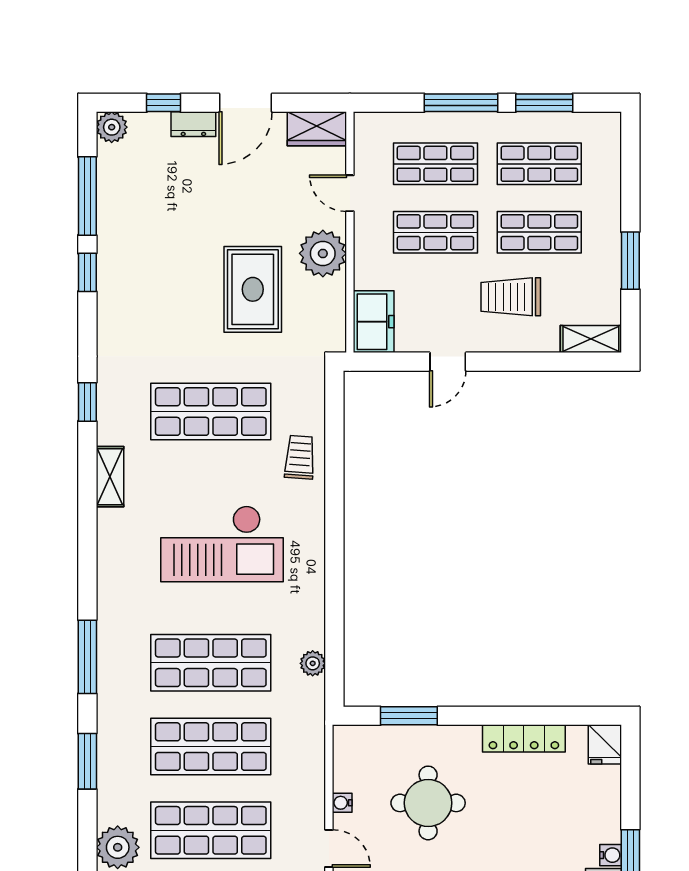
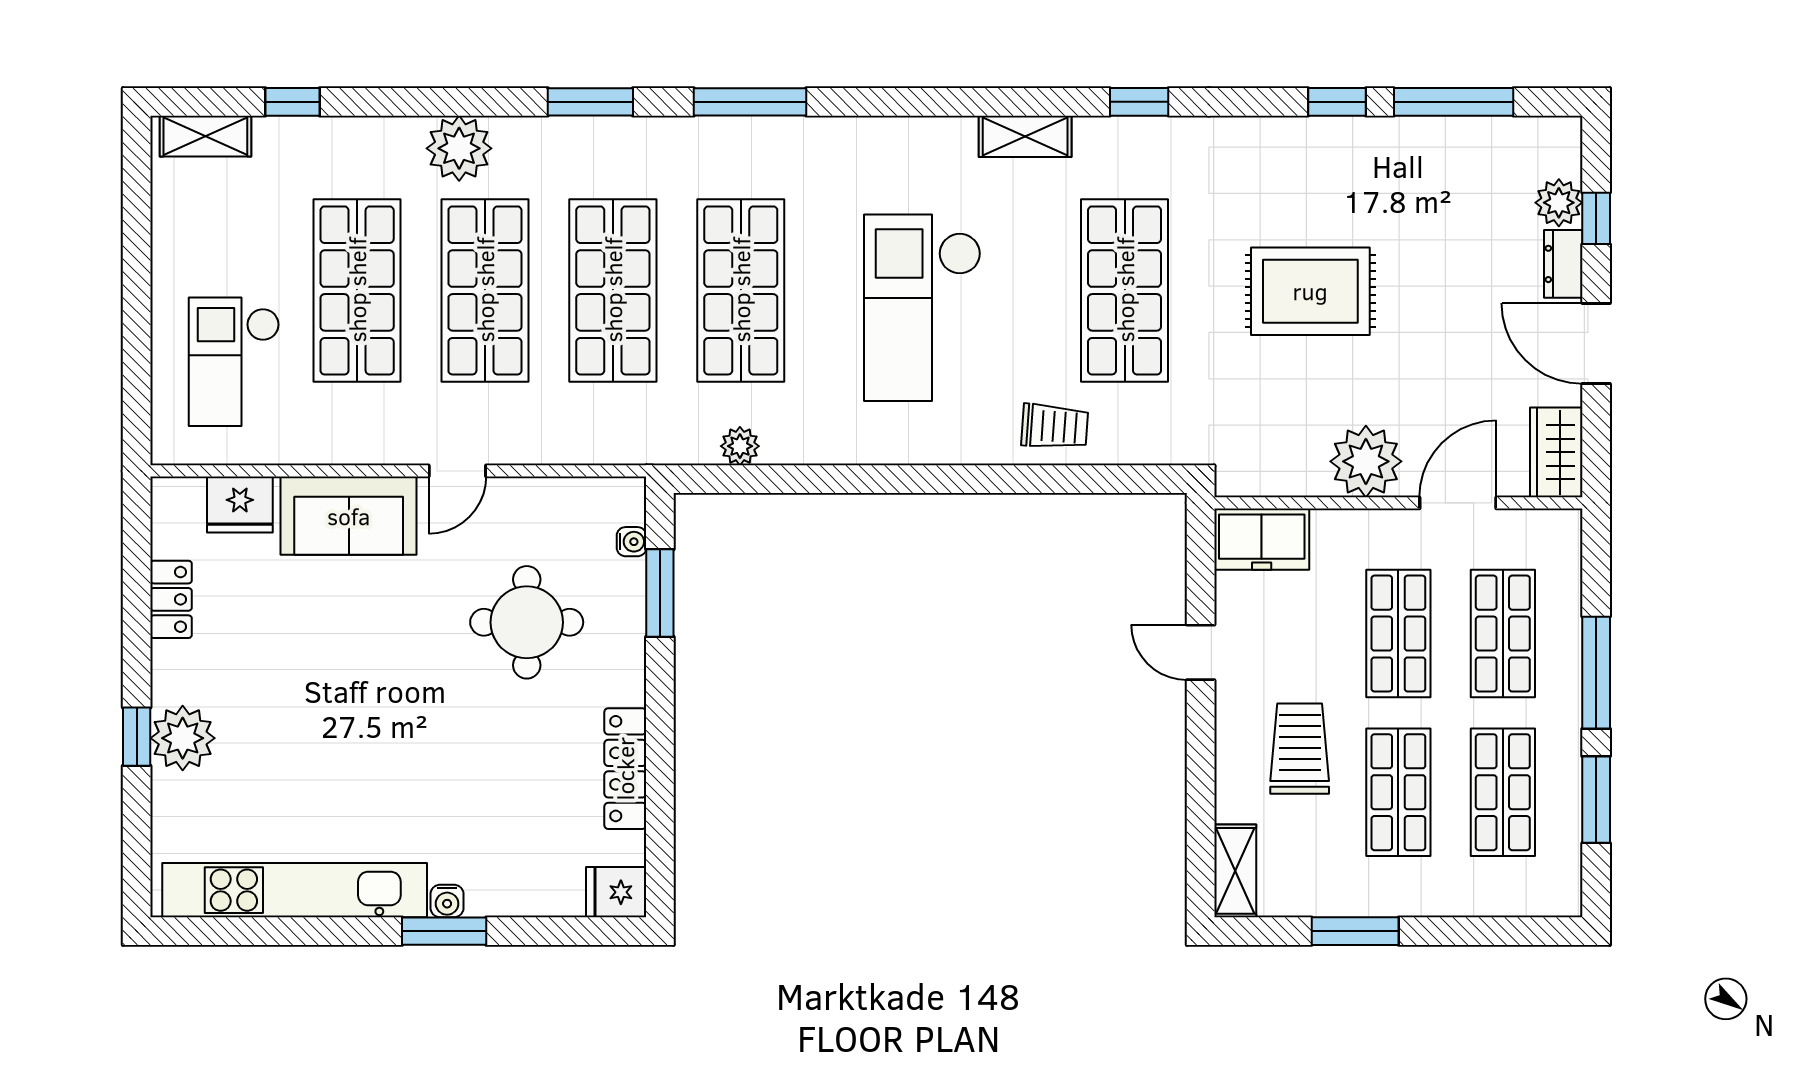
plant: (112, 127) -> (1559, 203), moved
door: (350, 193) -> (1458, 503), width x1.38
rug: (253, 289) -> (1310, 291), moved
water cooler: (342, 803) -> (632, 542), moved, turned 90

